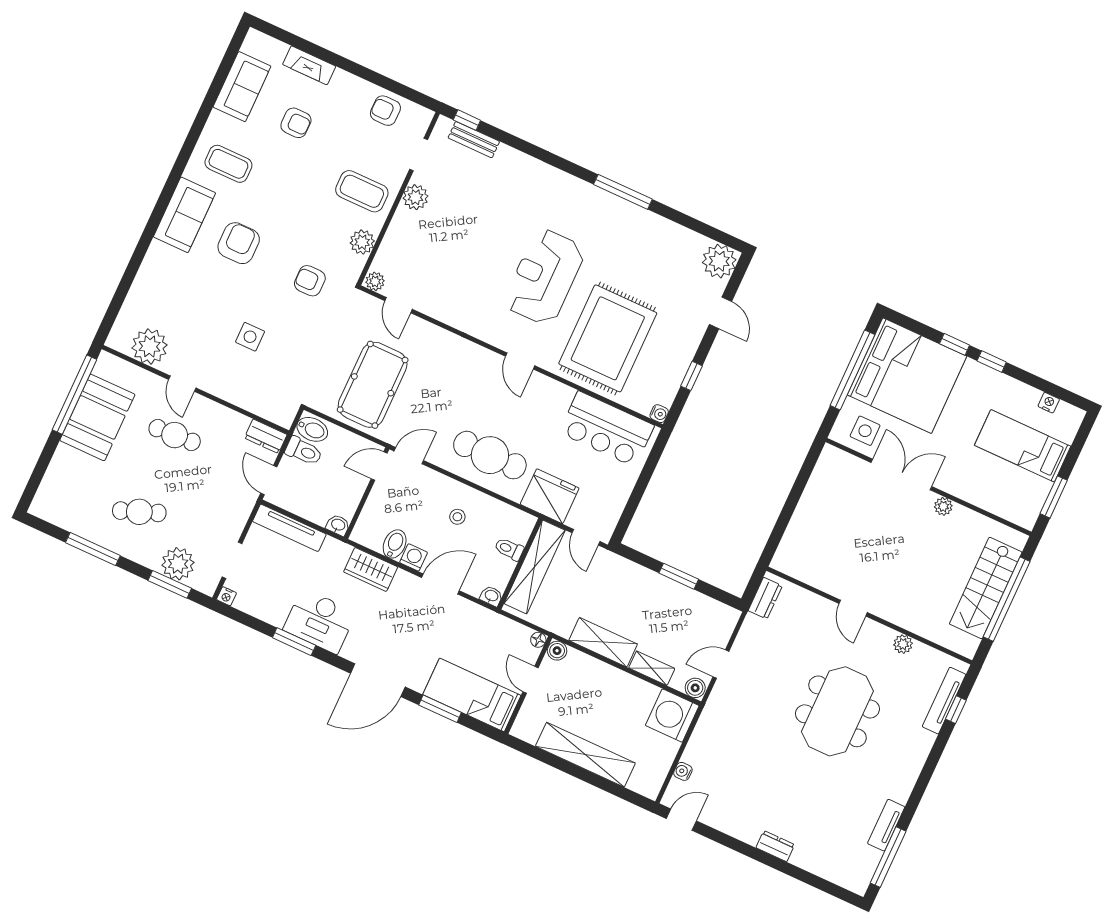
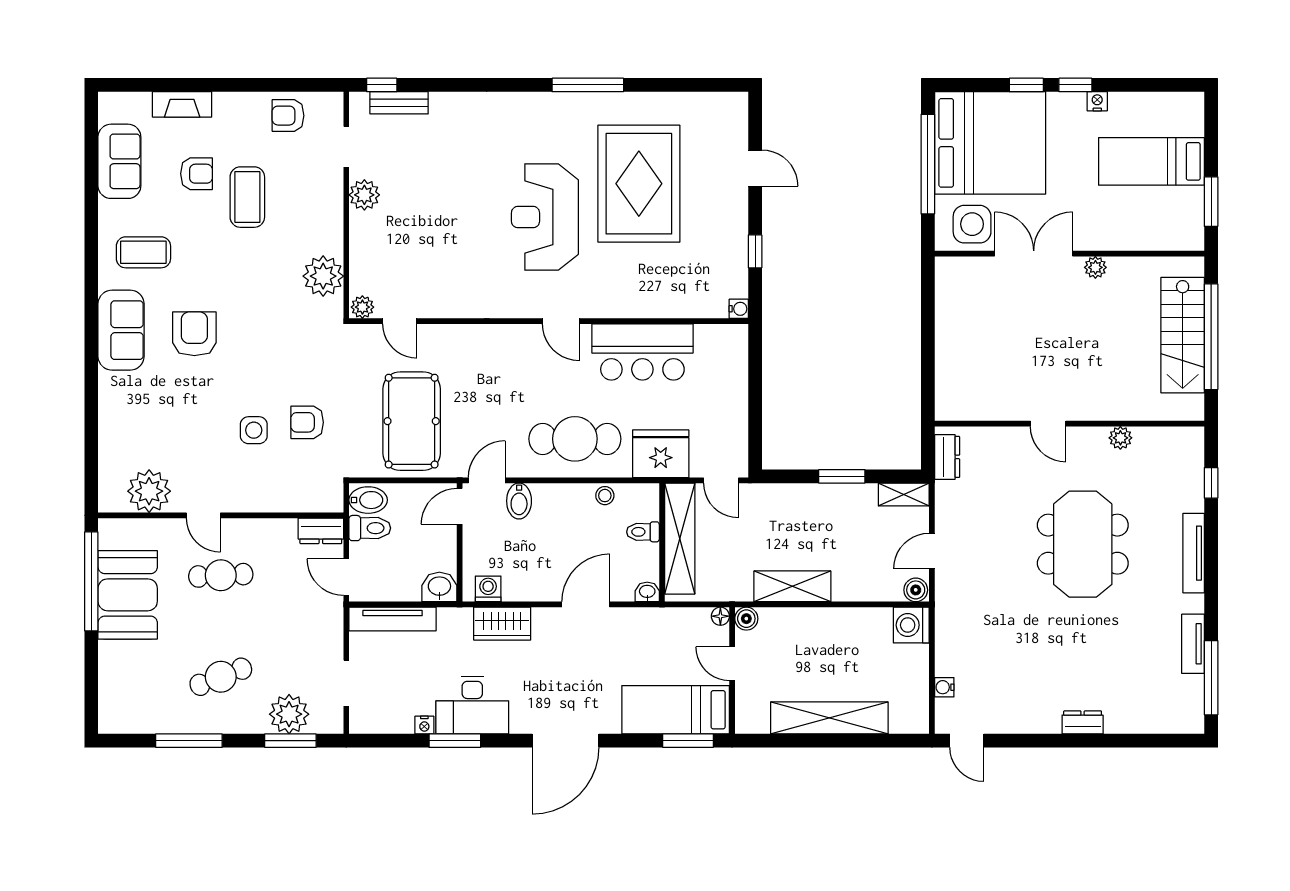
coffee table: (362, 191) -> (247, 197), moved, turned 90
plant: (362, 242) -> (323, 276), width x1.36, depth x1.36
plant: (719, 261) -> (728, 112), removed
armchair: (310, 281) -> (307, 422), moved
rug: (608, 338) -> (639, 184), moved
nightstand: (1049, 403) -> (1097, 101), moved
bar counter: (607, 429) -> (642, 352), moved
side table: (865, 431) -> (972, 224), width x1.37, depth x1.37
stool: (457, 517) -> (605, 496), moved
washbasin: (338, 525) -> (439, 587), width x1.38, depth x1.45
bidet: (395, 544) -> (519, 501), moved, turned 180
washing machine: (414, 557) -> (488, 589), moved
nightstand: (227, 596) -> (424, 725), moved
shelving: (652, 668) -> (904, 494), moved
tv unit: (944, 701) -> (1194, 553), moved
window: (440, 709) -> (688, 741), moved
washing machine: (672, 716) -> (911, 625), width x0.73, depth x0.73
door: (681, 820) -> (967, 741), swing flipped

